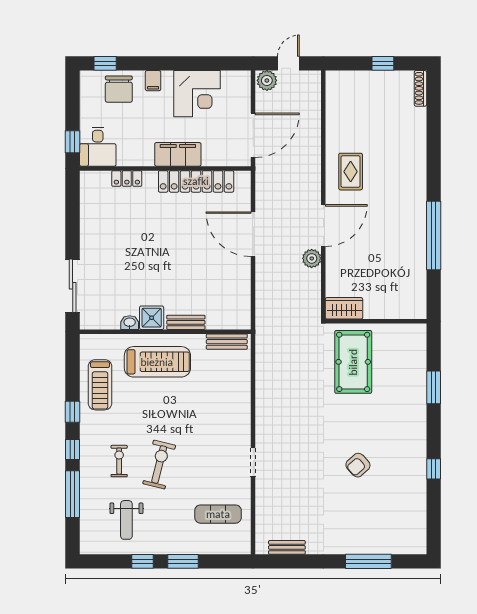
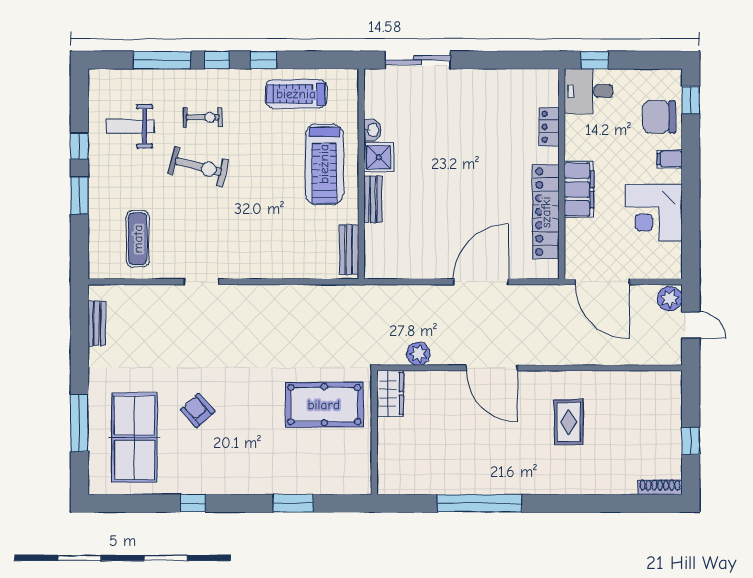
rug: (351, 172) -> (569, 422), moved, turned 90
plant: (312, 258) -> (418, 354), moved
table tennis table: (380, 517) -> (134, 438), added

